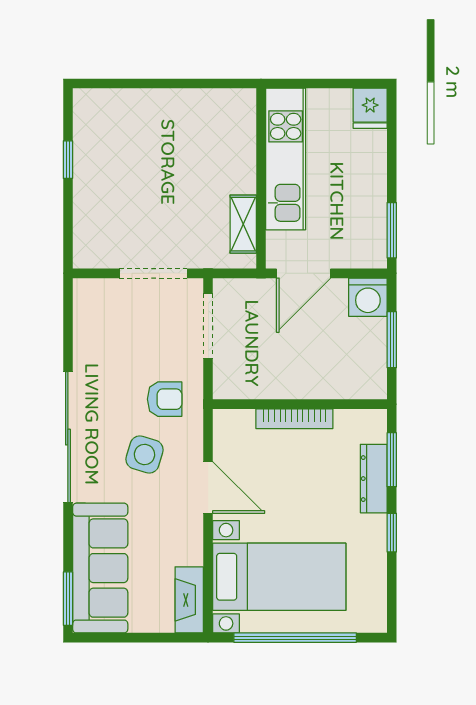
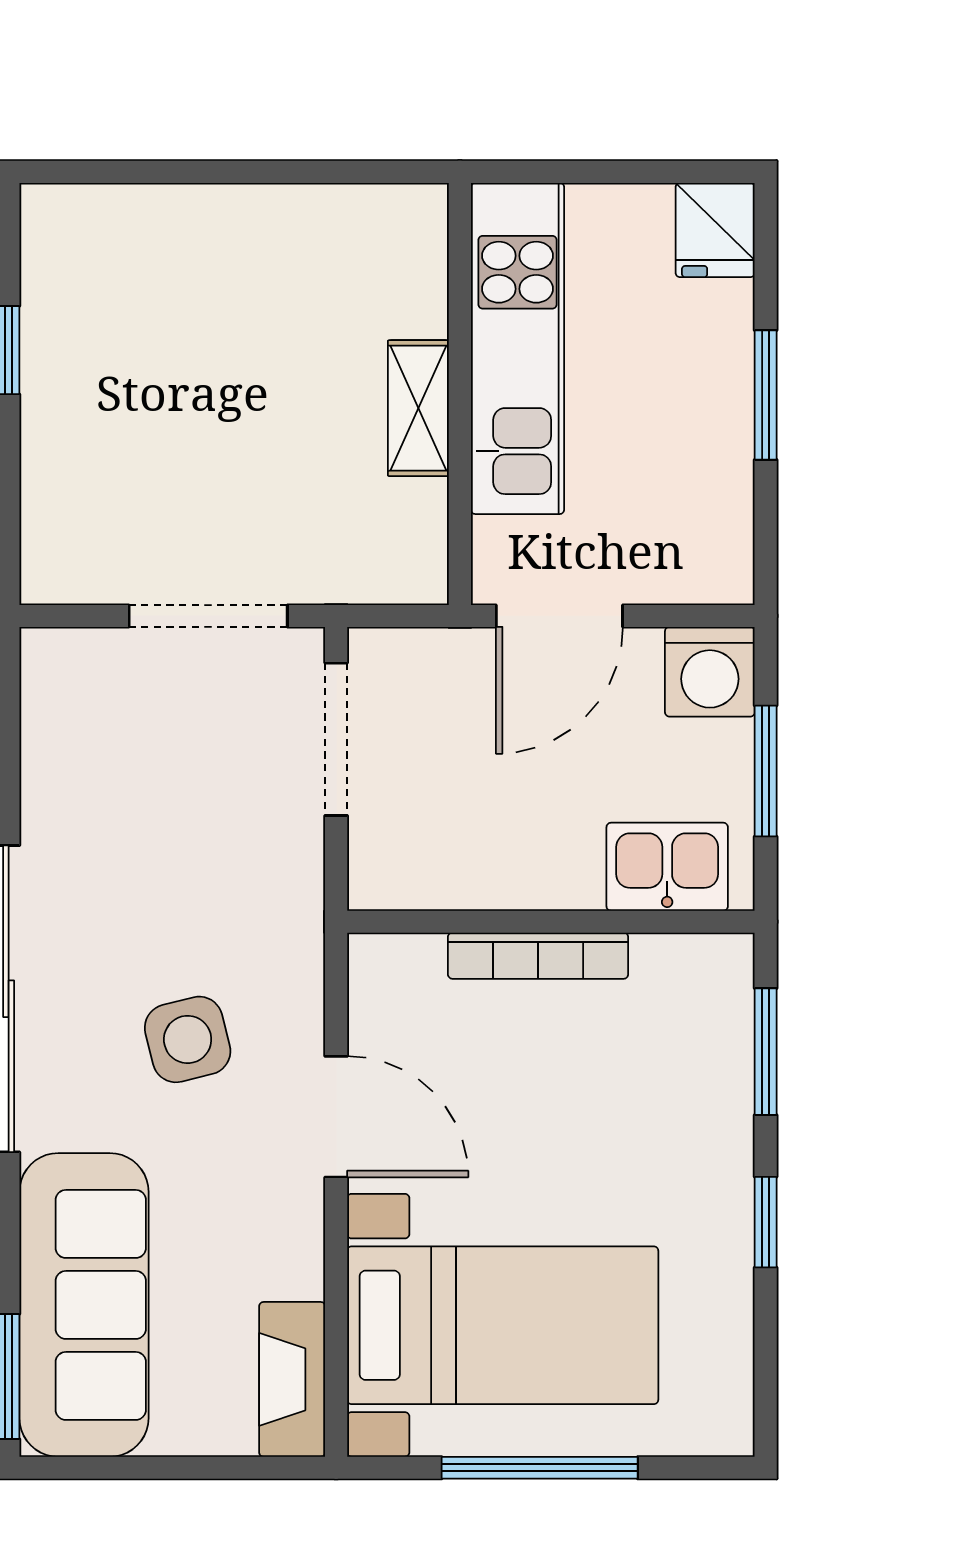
shelving: (243, 224) -> (418, 408), moved
window: (392, 230) -> (766, 395), moved
kitchen sink: (350, 381) -> (667, 867), added
armchair: (165, 399) -> (235, 910), removed
side table: (144, 455) -> (188, 1039), turned -31
dresser: (374, 479) -> (723, 1096), removed
window: (295, 638) -> (540, 1468), width x0.68

